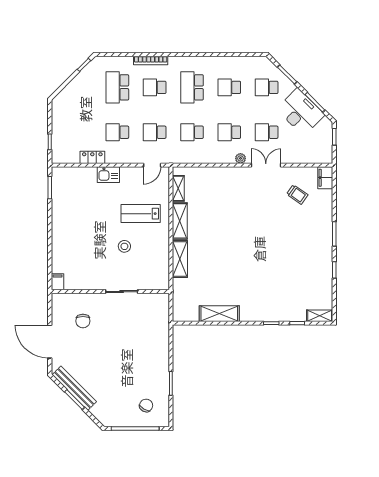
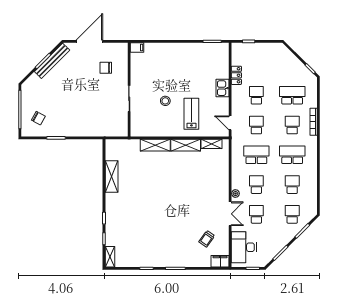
desk: (300, 112) -> (244, 247), moved, turned 135
school desk: (192, 132) -> (256, 155), width x1.85

